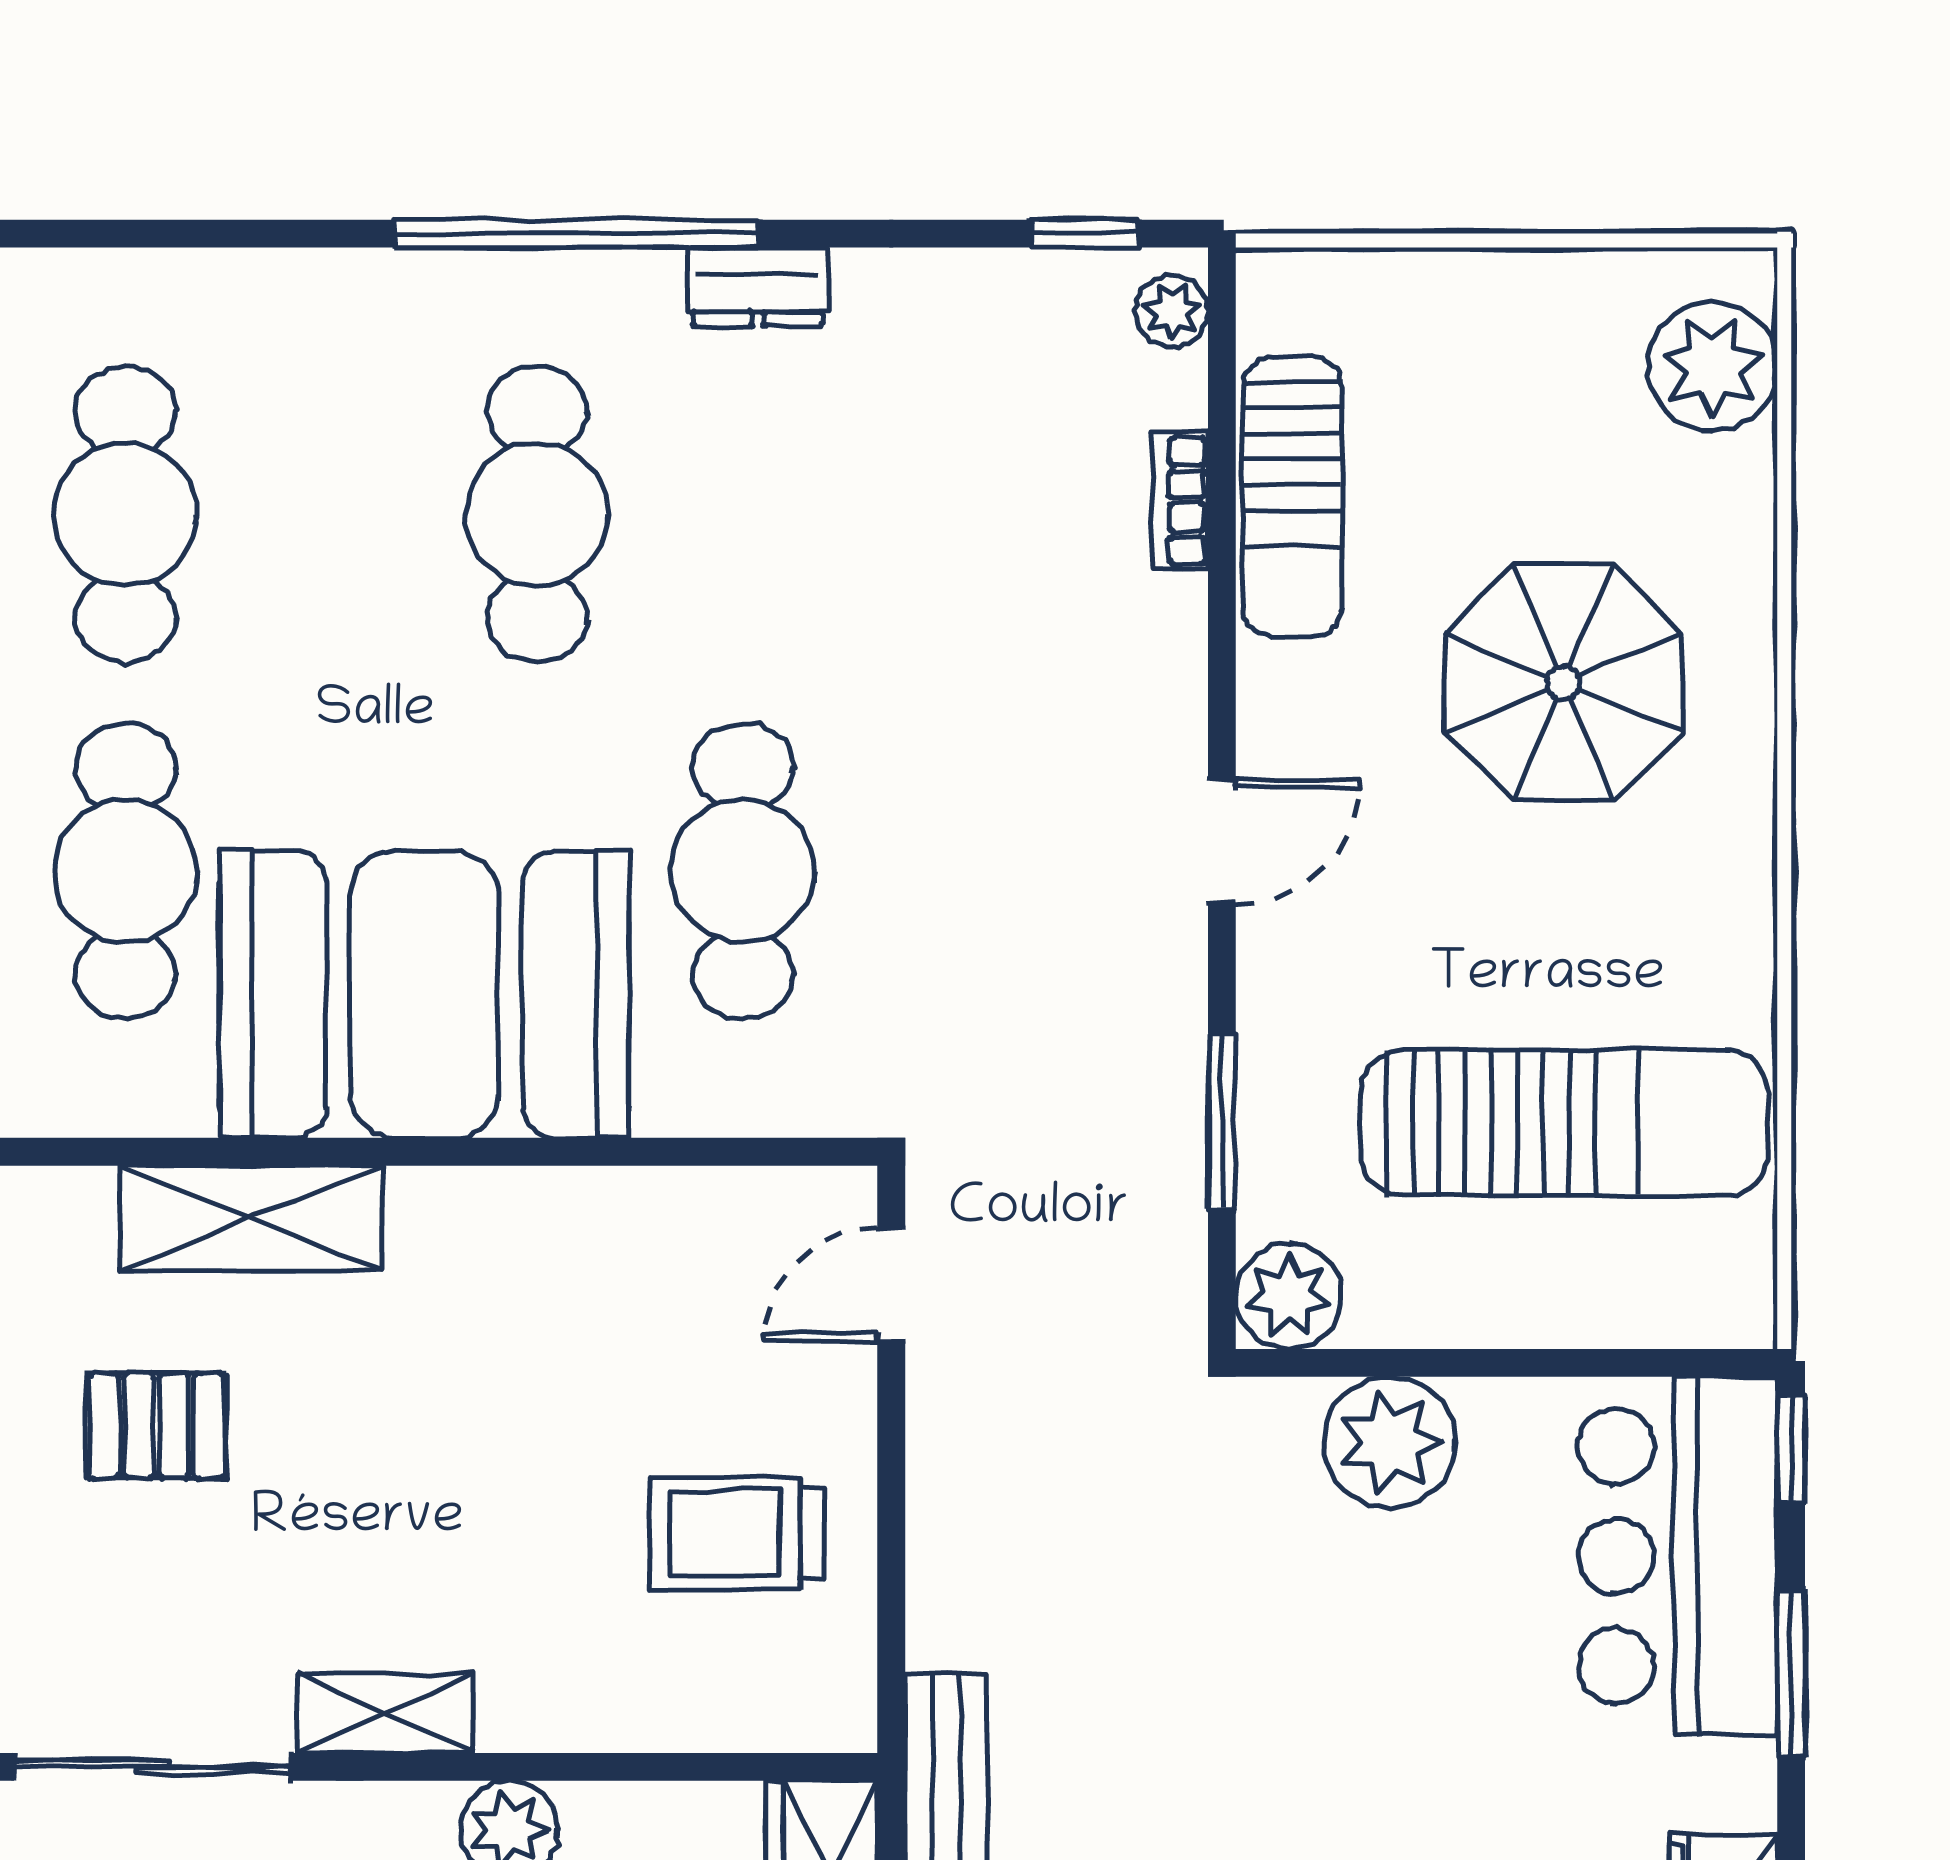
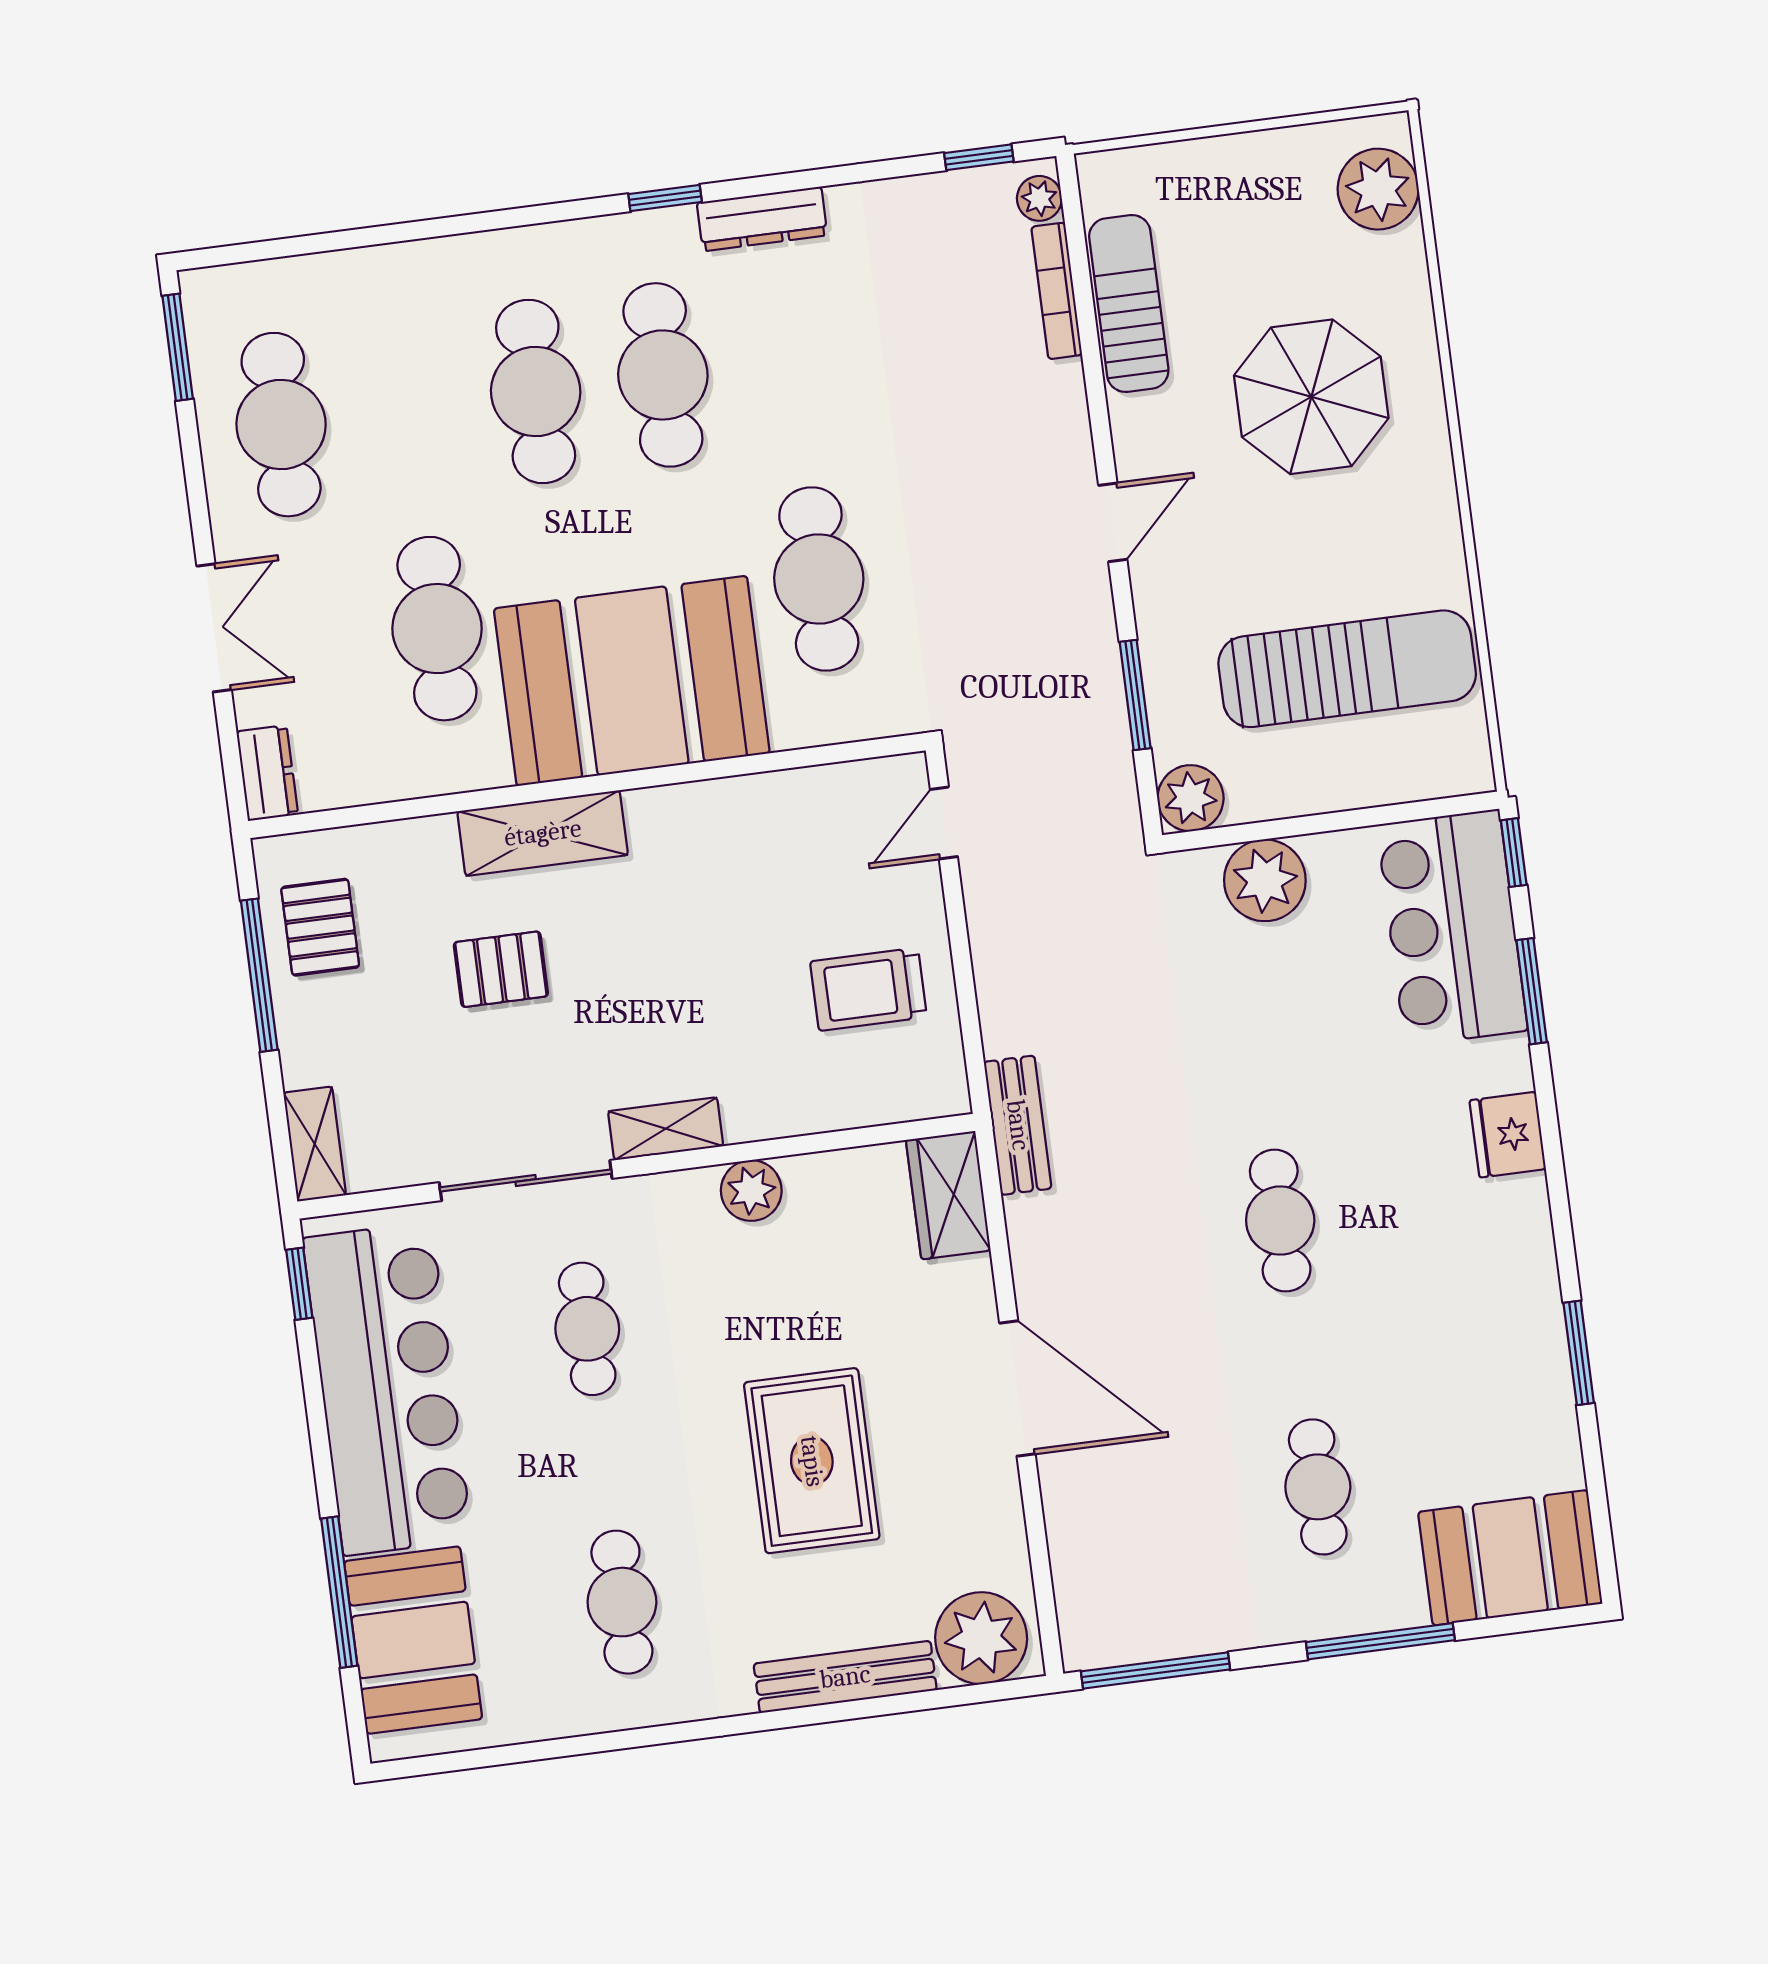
window: (577, 234) -> (665, 198), width x0.32
dresser: (758, 287) -> (762, 219), width x1.44
sun lounger: (1292, 497) -> (1129, 304), turned 180
bookcase: (1181, 501) -> (1057, 291), width x1.56
cafe table: (125, 514) -> (536, 391), moved

